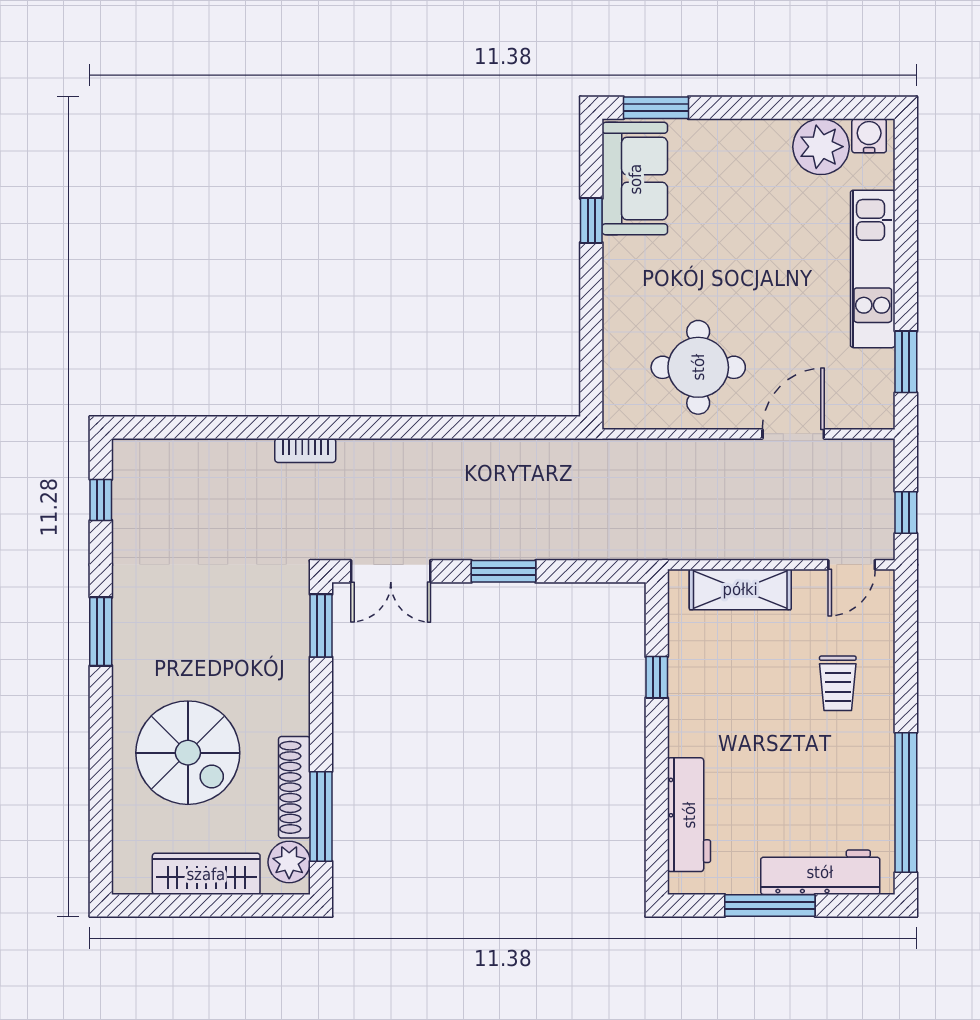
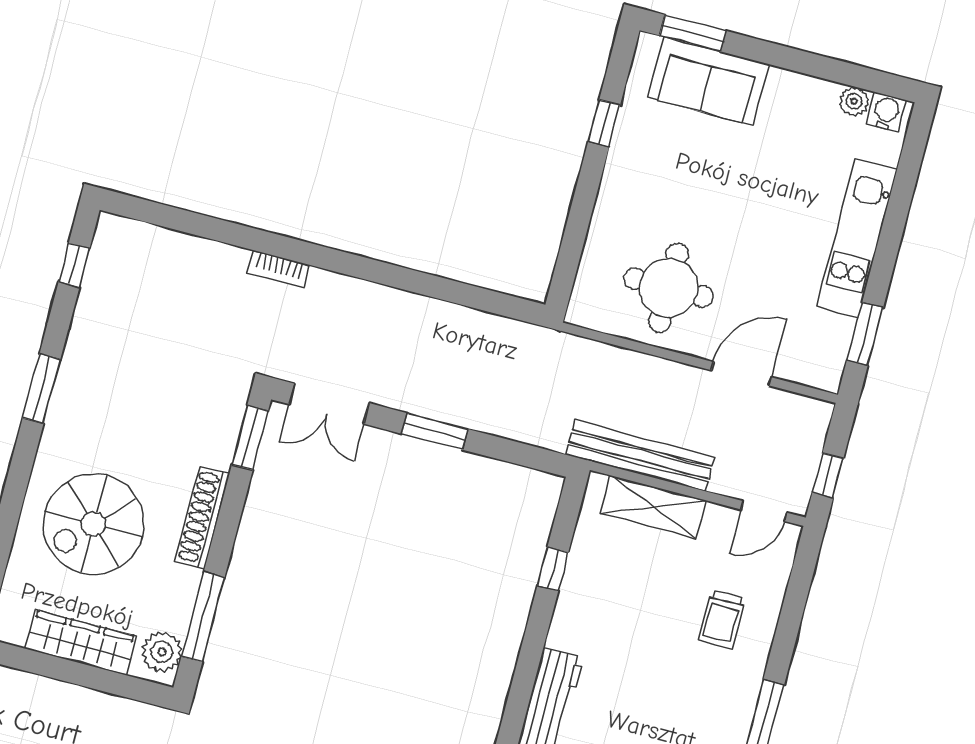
plant: (821, 147) -> (854, 101), width x0.53, depth x0.53
sofa: (635, 179) -> (708, 81), moved, turned 90
bench: (714, 542) -> (640, 456), added
spiral stairs: (188, 753) -> (94, 524), turned 90
shoe rack: (294, 787) -> (202, 518), moved

